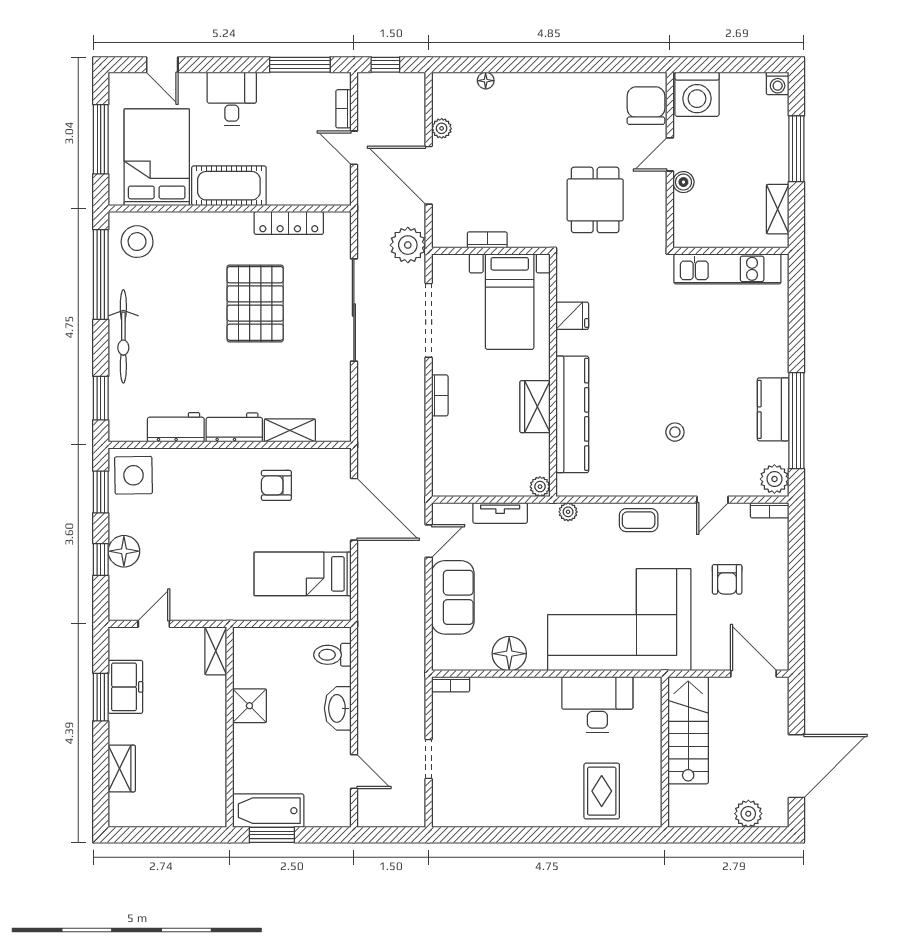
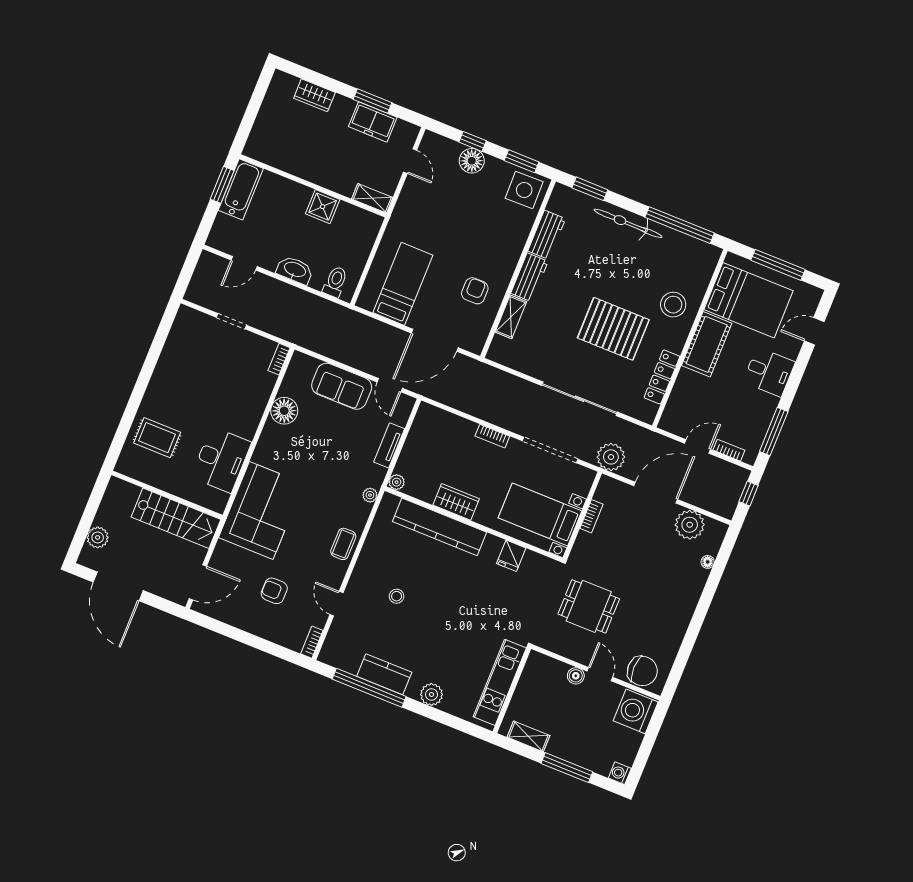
plant: (442, 128) -> (690, 525), width x1.88, depth x1.88
stool: (137, 242) -> (673, 305), moved
plant: (774, 479) -> (432, 694), moved
corner sofa: (619, 620) -> (261, 510), width x0.73, depth x0.74

